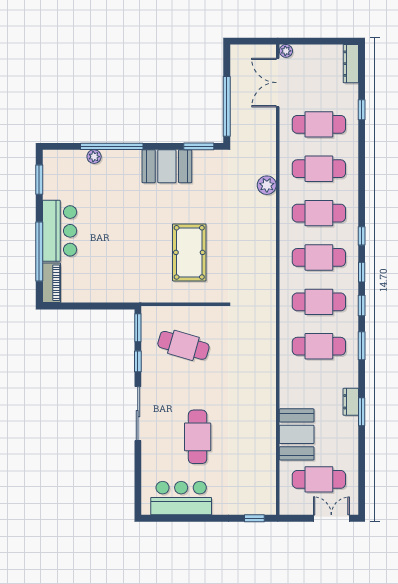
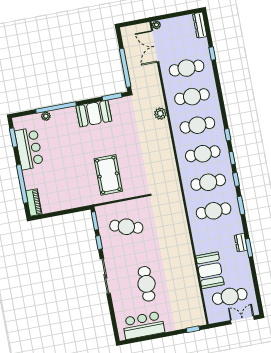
bar counter: (60, 231) -> (29, 149), moved
pool table: (189, 252) -> (108, 175), moved

